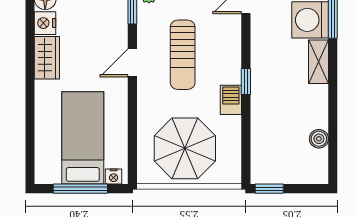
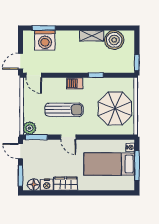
shelving: (318, 62) -> (92, 36), moved
window: (246, 82) -> (96, 75), moved
barbecue: (231, 100) -> (75, 83), moved
boiler: (319, 139) -> (114, 40), width x1.86, depth x1.86

